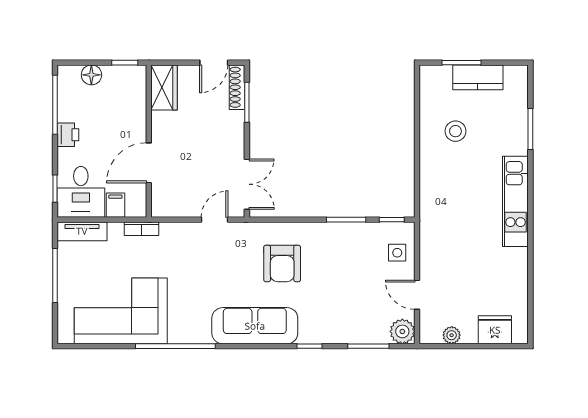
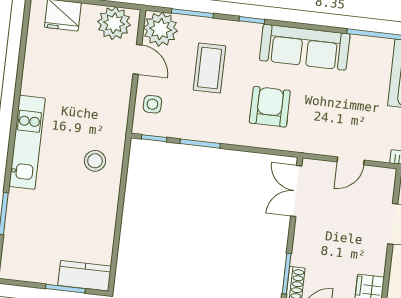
kitchen counter: (478, 77) -> (85, 276), moved
stool: (455, 131) -> (95, 161), moved
door: (215, 220) -> (351, 161), moved
coffee table: (345, 295) -> (210, 68), added
plant: (402, 331) -> (161, 29), width x1.36, depth x1.36
plant: (452, 335) -> (114, 23), width x1.88, depth x1.88

